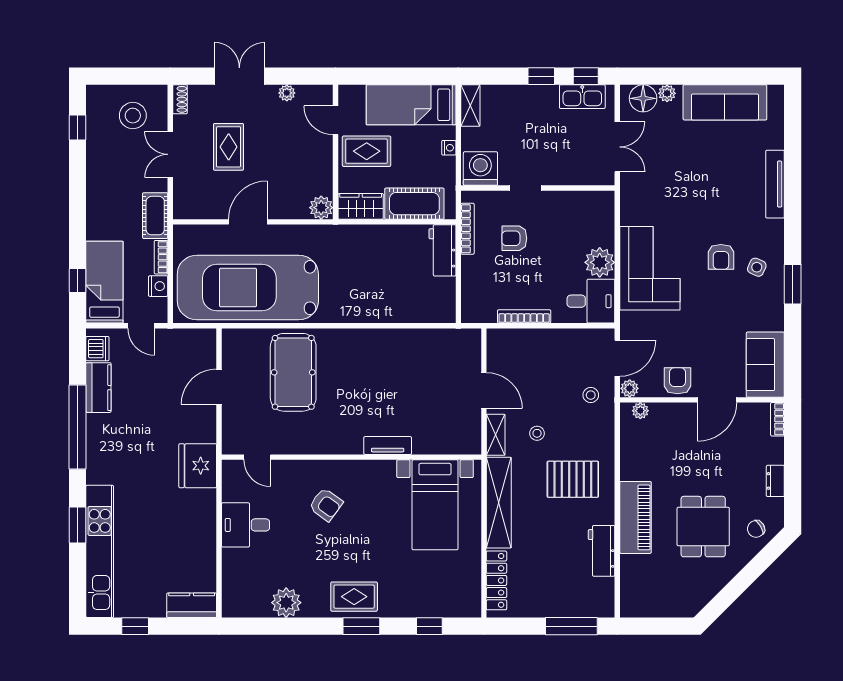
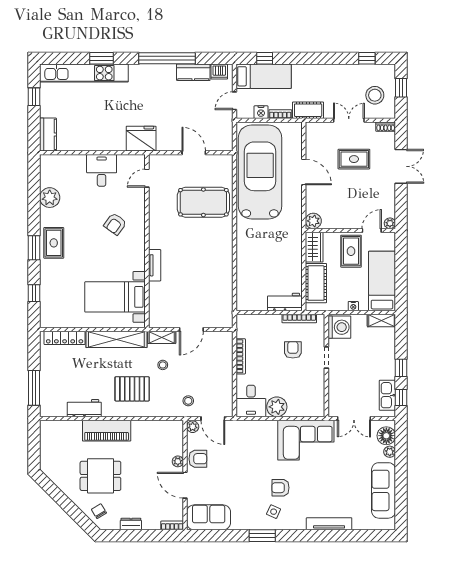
window: (122, 76) -> (401, 88), added
plant: (287, 93) -> (390, 223), moved
corner sofa: (650, 268) -> (306, 440), moved
plant: (640, 411) -> (178, 461), moved
pallet: (573, 479) -> (132, 389), turned 90

